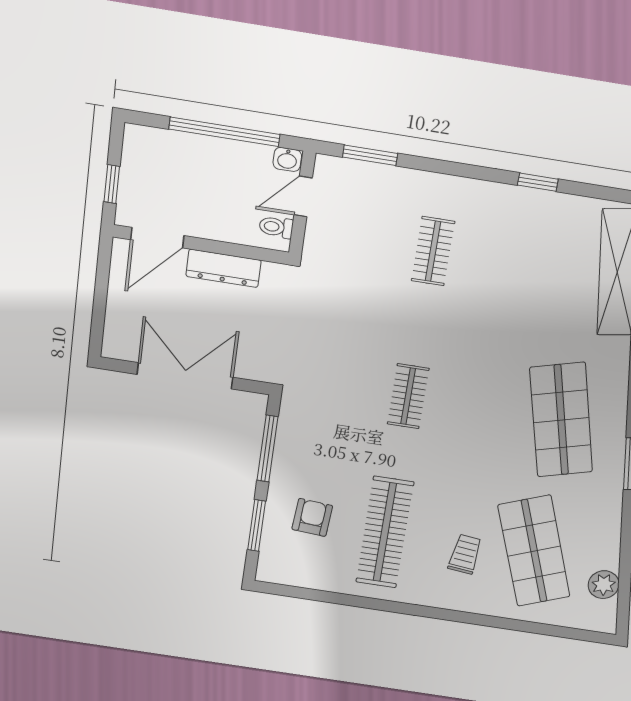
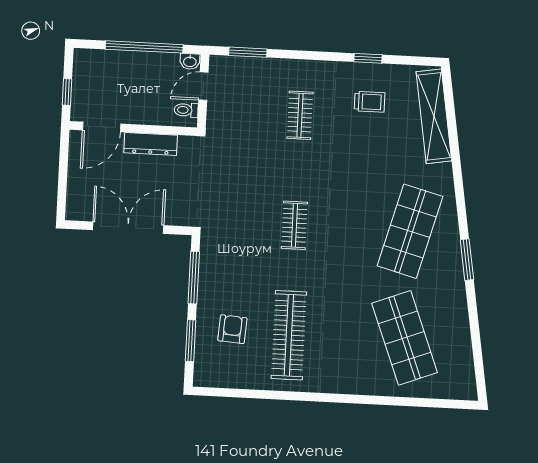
shop shelf: (561, 420) -> (410, 231), turned 30
trolley: (465, 554) -> (370, 102), moved, turned 84
plant: (604, 585) -> (462, 360), removed

